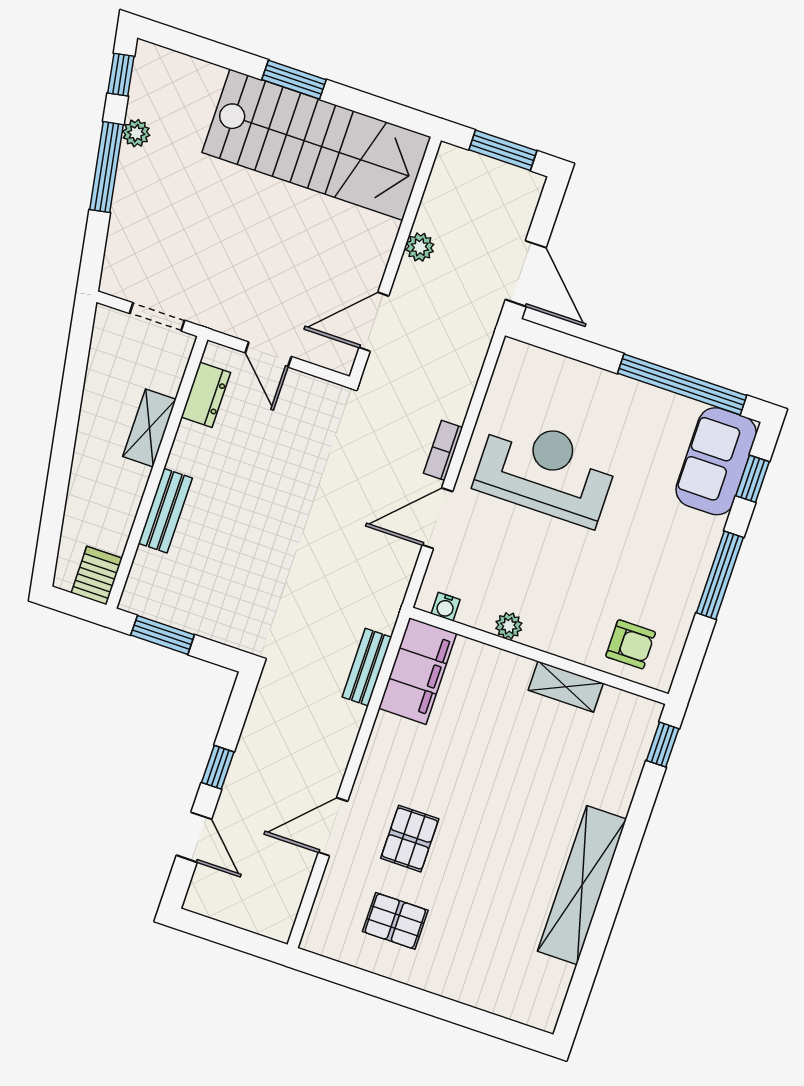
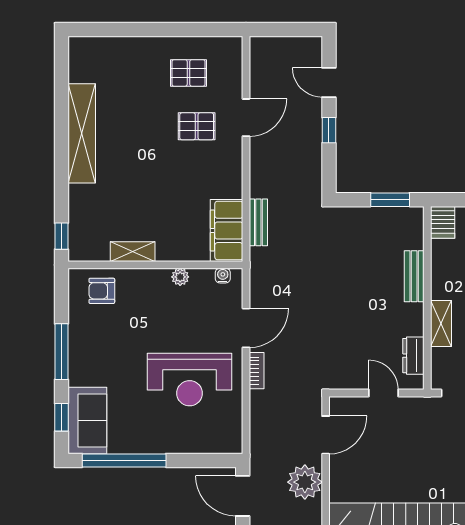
plant: (420, 247) -> (305, 482), width x1.88, depth x1.88
pallet: (410, 839) -> (197, 126), turned 90

